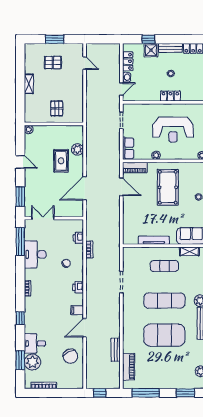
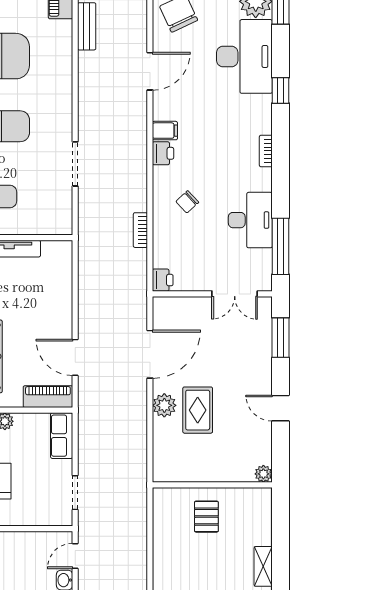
plant: (77, 149) -> (164, 405), moved
printer: (78, 238) -> (163, 280), moved
filing cabinet: (77, 310) -> (165, 131), moved
desk: (35, 343) -> (244, 56), width x1.87, depth x1.30

